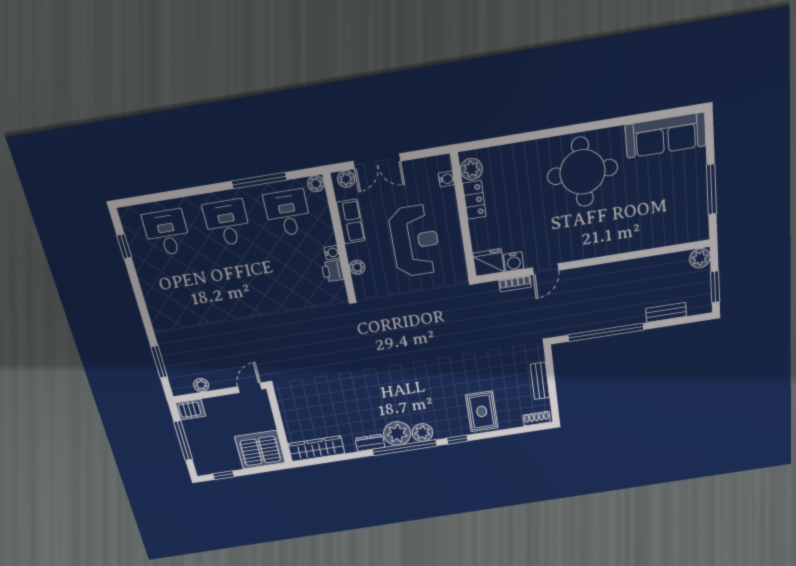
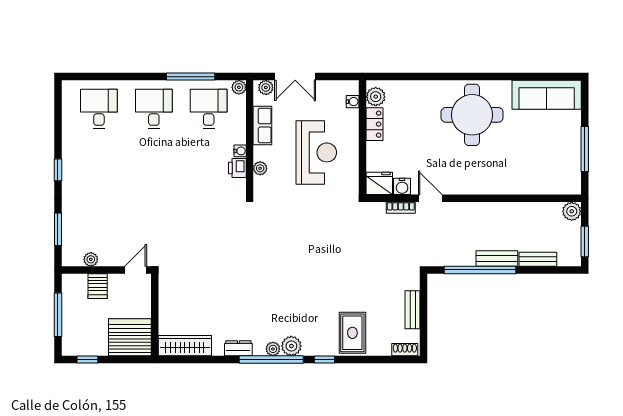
window: (124, 246) -> (58, 170), moved
door: (546, 269) -> (430, 198), swing flipped
bench: (623, 318) -> (497, 258), added
server rack: (191, 410) -> (98, 286), moved, turned 90
plant: (397, 434) -> (273, 349), width x0.53, depth x0.53

